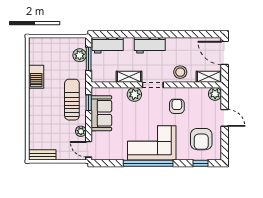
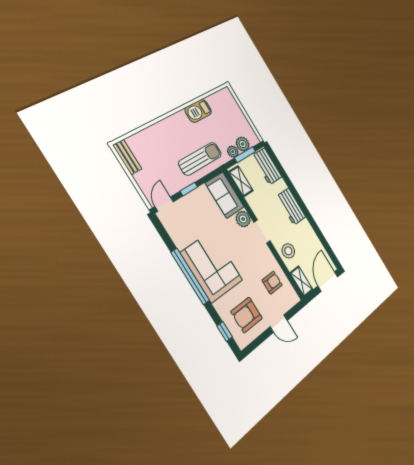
shelving: (129, 77) -> (241, 181), moved
plant: (215, 94) -> (292, 298), removed
window: (89, 103) -> (189, 189), moved
armchair: (177, 106) -> (272, 283), moved
sofa: (101, 113) -> (225, 195), moved, turned 90
door: (225, 118) -> (279, 324), hinge flipped
plant: (81, 131) -> (233, 152), moved

